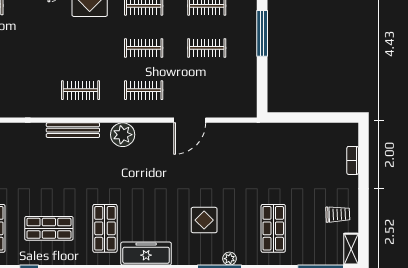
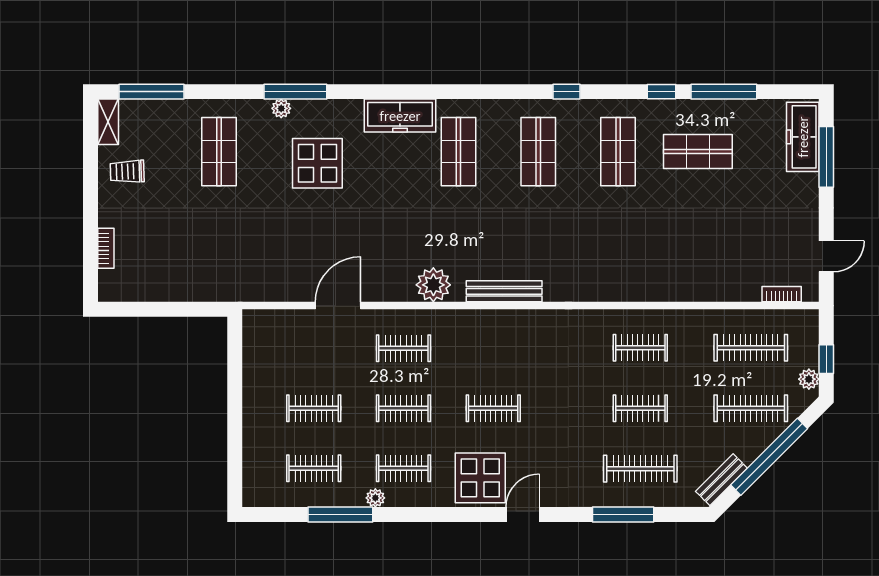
window: (262, 33) -> (235, 429), removed
clothes rail: (81, 90) -> (493, 408), moved
display table: (204, 220) -> (317, 163), width x1.36, depth x1.36
shop shelf: (49, 228) -> (538, 152), turned 90

